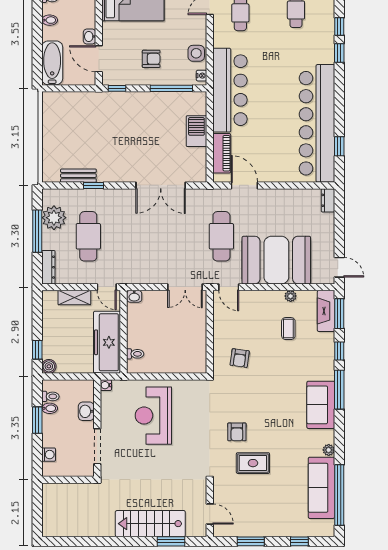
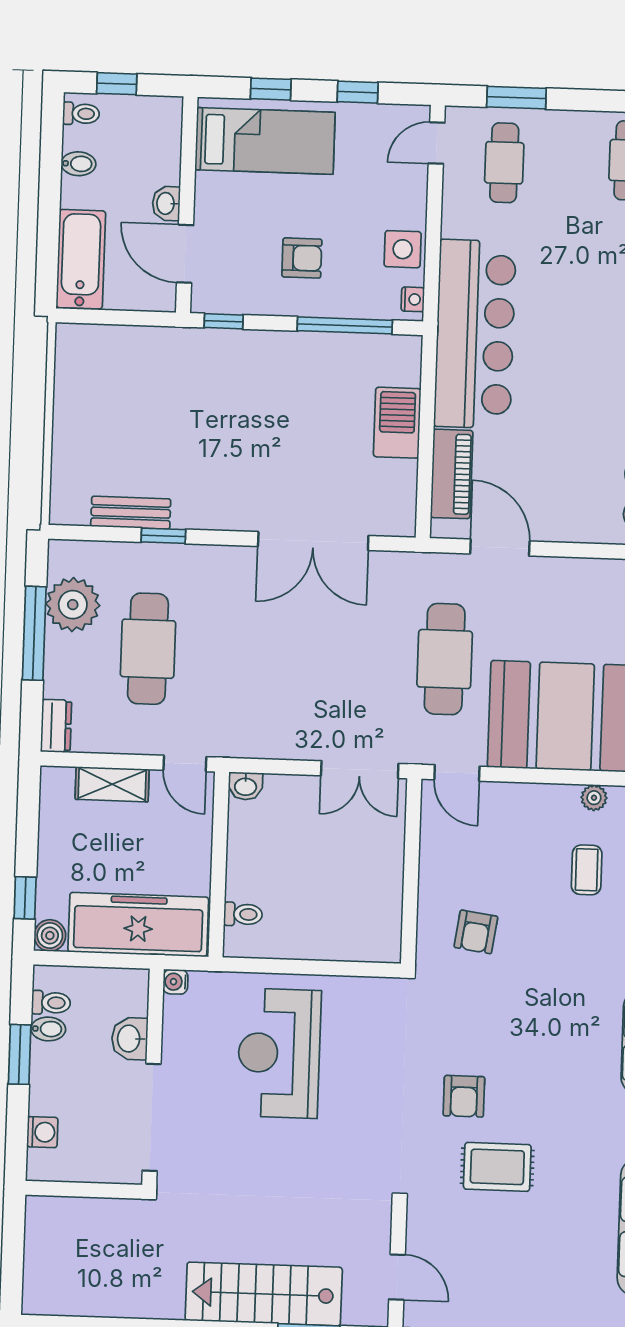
dresser: (48, 267) -> (56, 726), width x0.70
freezer: (107, 342) -> (138, 925), moved, turned 90
doorway: (97, 446) -> (152, 1117), width x1.36

